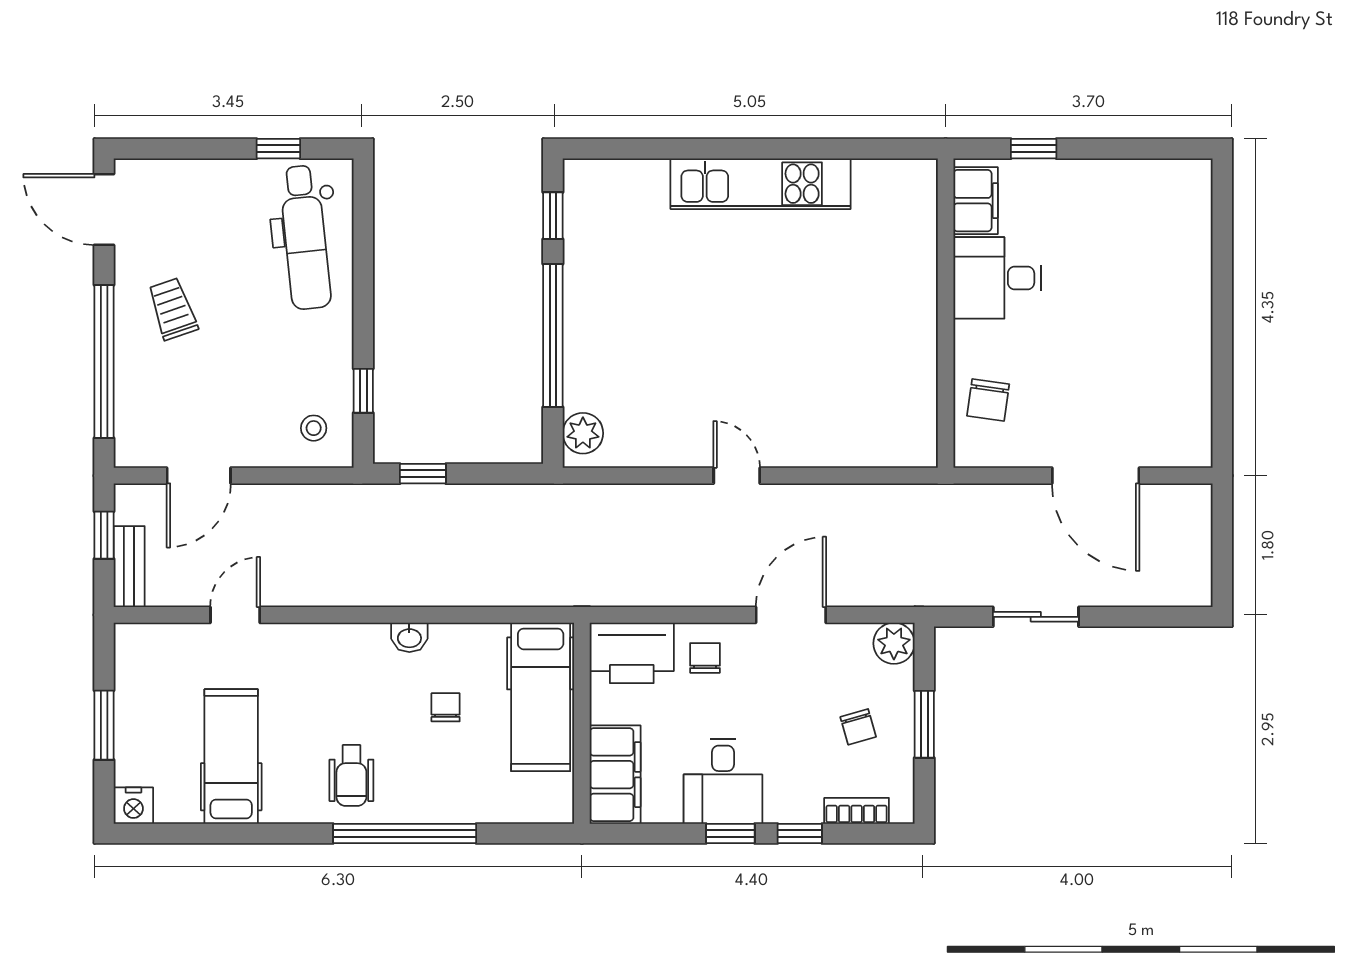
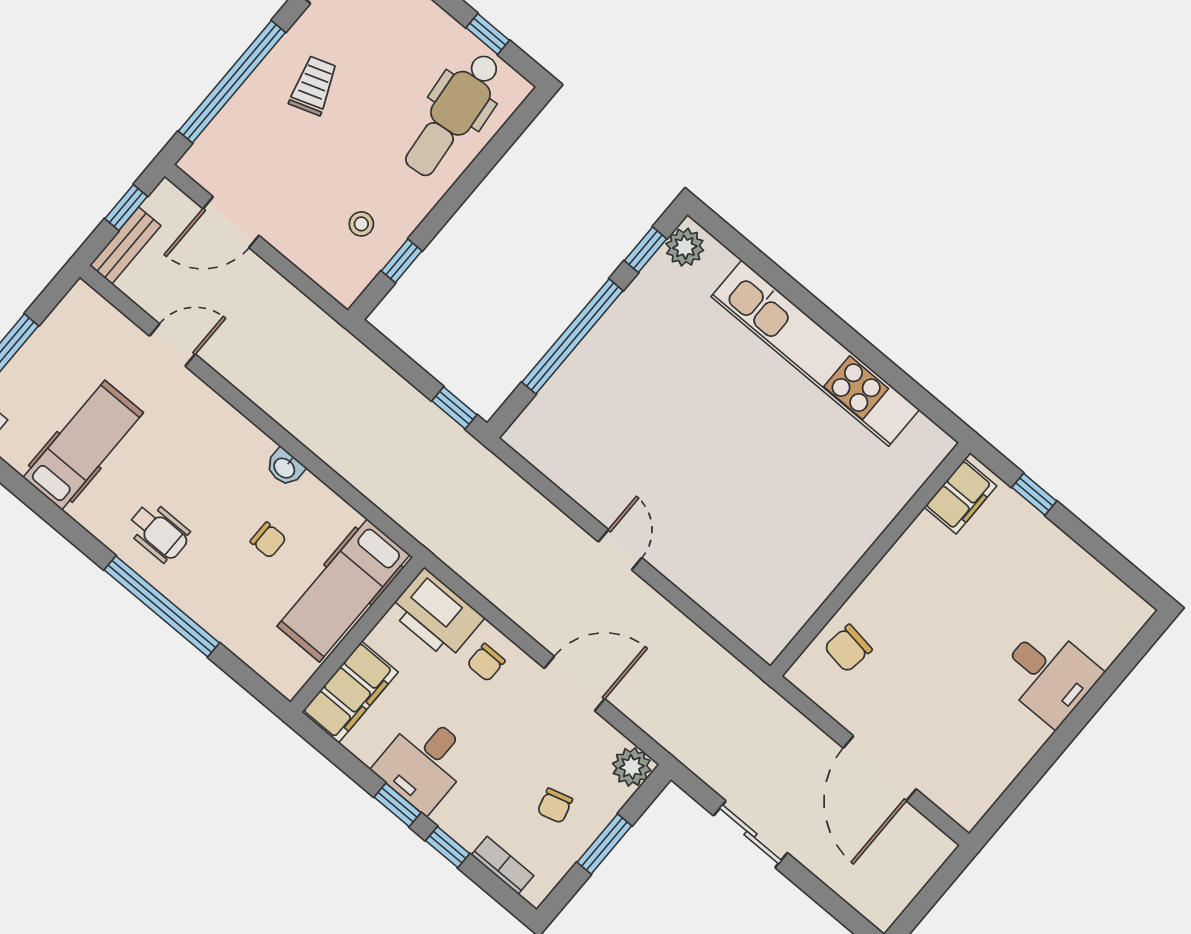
kitchen unit: (761, 184) -> (815, 353), width x1.36
desk: (997, 278) -> (1049, 675), moved, turned 180
stool: (314, 428) -> (361, 224), moved
plant: (583, 433) -> (685, 247), moved
window: (423, 474) -> (454, 408), moved
chair: (705, 658) -> (486, 662), turned 180
chair: (446, 707) -> (268, 540), turned 90
wheelchair: (351, 775) -> (159, 532), turned -90

